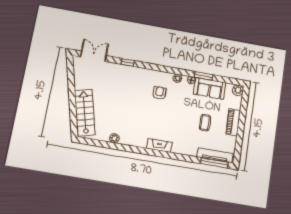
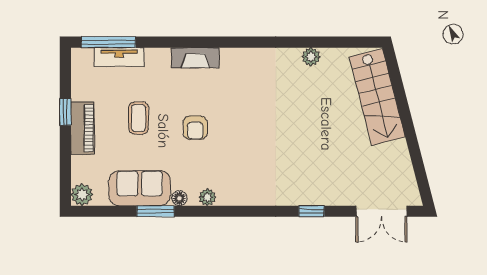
armchair: (159, 93) -> (195, 128), moved
window: (240, 132) -> (65, 112), added
fireplace: (159, 146) -> (195, 58), moved
tv unit: (215, 155) -> (119, 57), width x0.71

